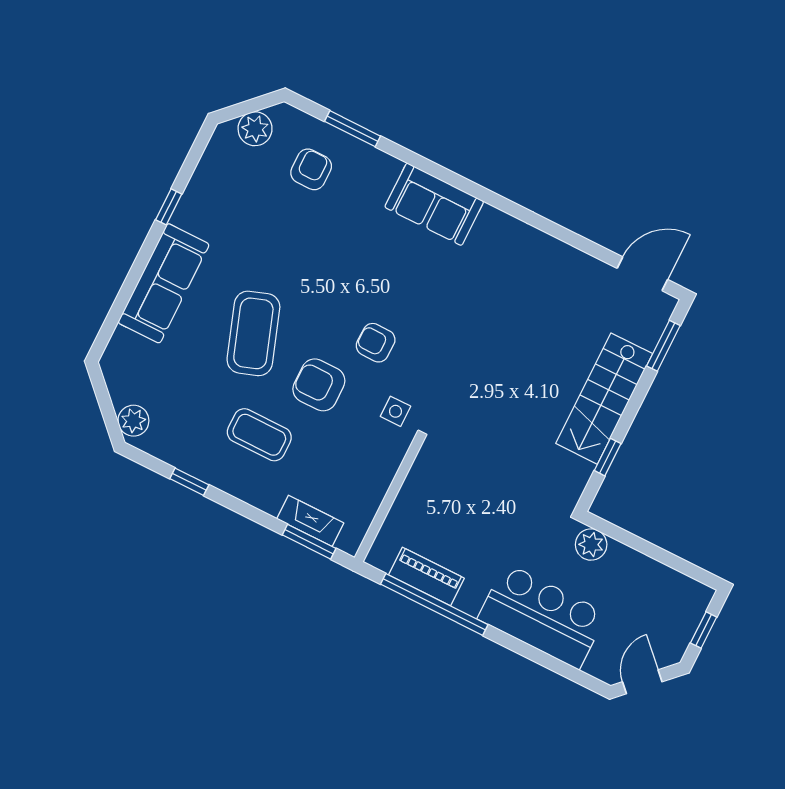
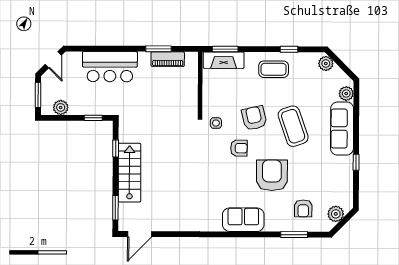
armchair: (339, 261) -> (272, 175), added
plant: (123, 345) -> (346, 94), added
armchair: (319, 385) -> (254, 118), turned -103
coffee table: (259, 435) -> (274, 69), moved
fireplace: (310, 521) -> (224, 60), width x1.37, depth x1.32
window: (621, 535) -> (93, 118), added
plant: (591, 545) -> (61, 107), moved
window: (434, 604) -> (158, 49), width x0.47
window: (704, 630) -> (38, 95), width x1.50

